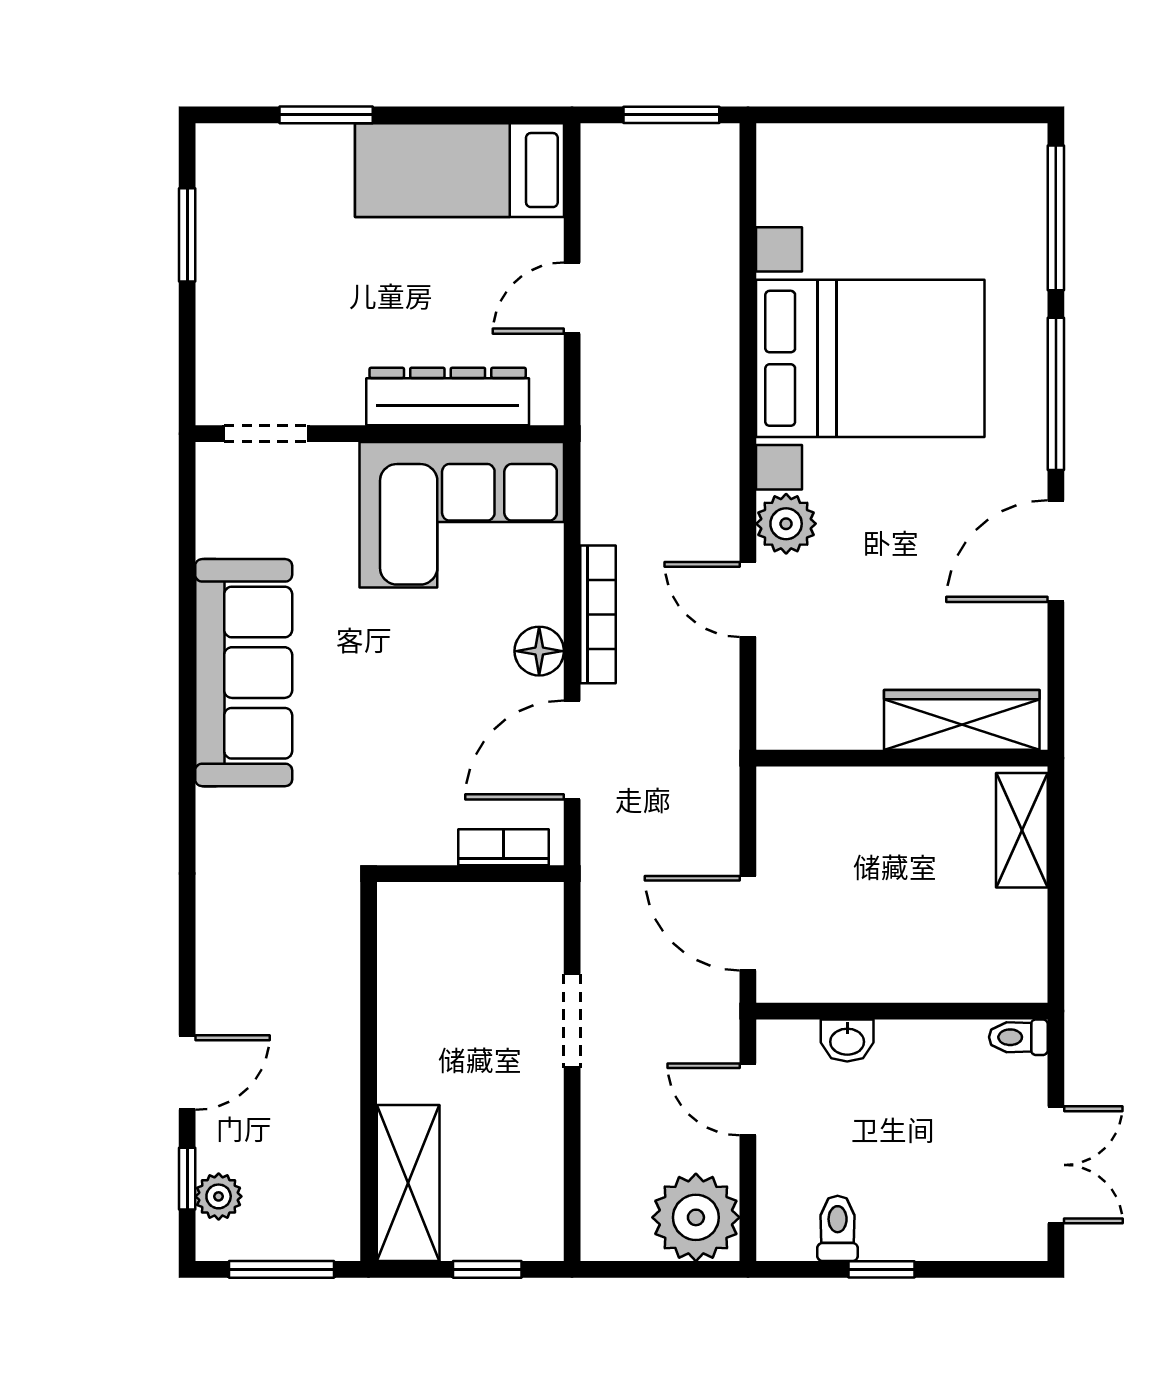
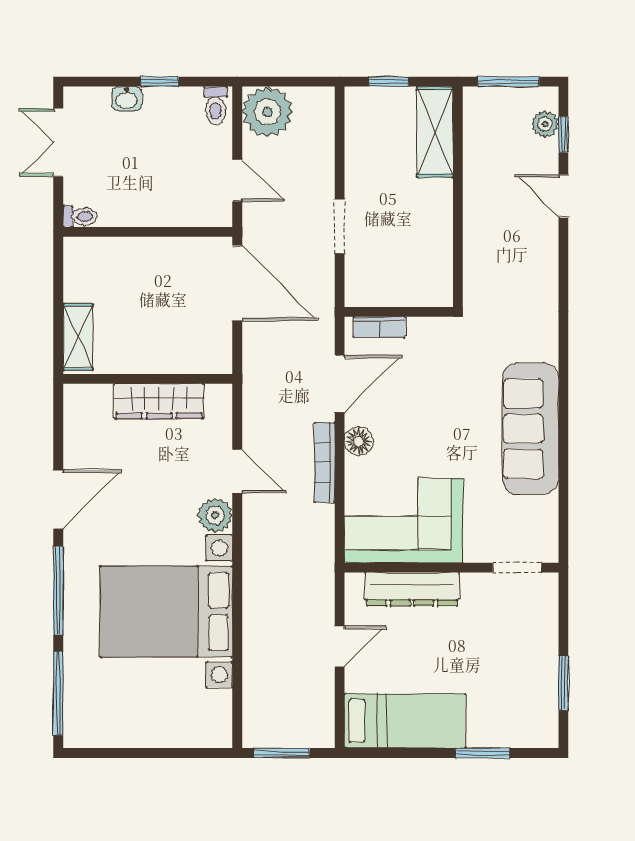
wardrobe: (962, 720) -> (159, 401), moved
door: (748, 923) -> (237, 283), width x1.36
washbasin: (847, 1040) -> (127, 99), moved, turned 180
door: (187, 1072) -> (563, 196), hinge flipped
toilet: (838, 1228) -> (215, 106), moved

